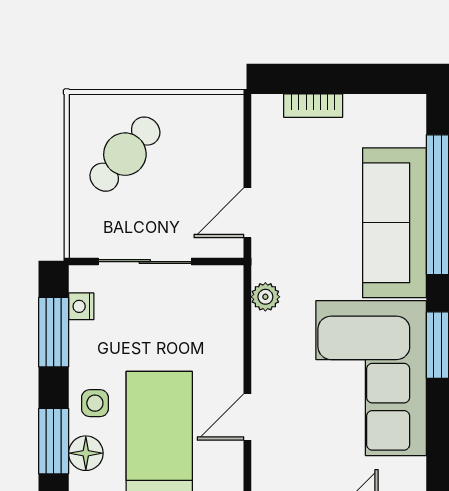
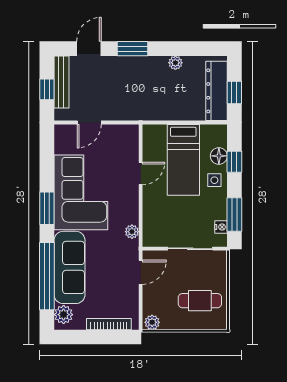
bookcase: (313, 106) -> (109, 324), width x1.56
plant: (224, 109) -> (152, 322), added
plant: (407, 125) -> (64, 315), added
cafe table: (125, 154) -> (200, 301), turned 48
window: (54, 441) -> (234, 162), width x0.67

